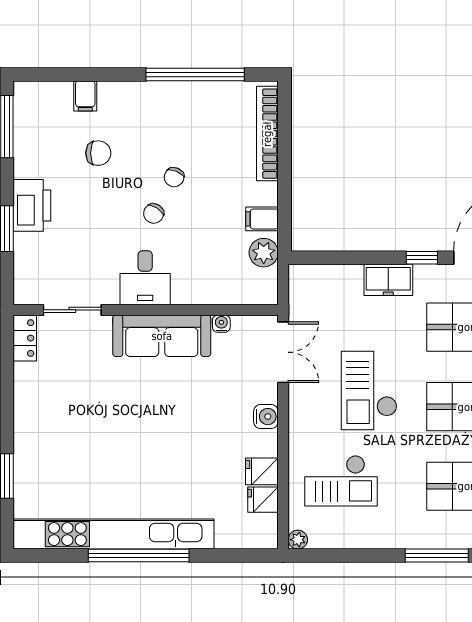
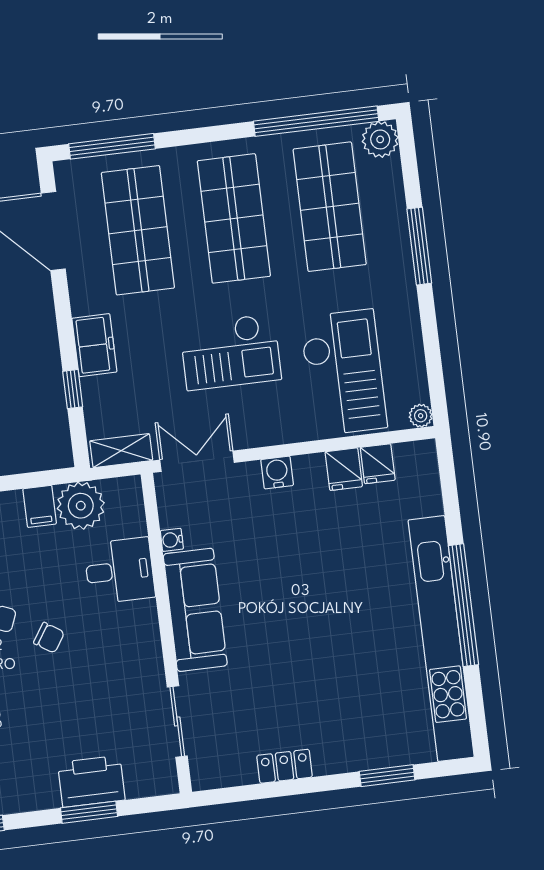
printer: (32, 205) -> (91, 781), moved
plant: (264, 253) -> (81, 506), width x1.36, depth x1.36
window: (422, 258) -> (73, 389), moved
desk: (145, 278) -> (119, 571), moved
shelving: (299, 291) -> (121, 451), added
locker: (25, 338) -> (285, 766), moved
checkout: (341, 481) -> (343, 372), width x1.36, depth x1.21

